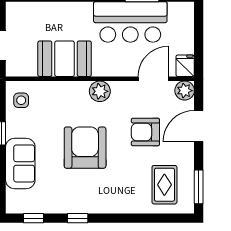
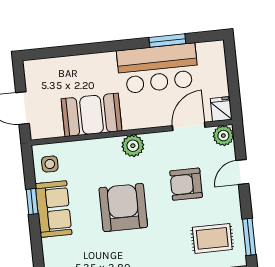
door: (199, 126) -> (242, 172), width x0.73
sofa: (20, 163) -> (54, 209), moved
rug: (164, 185) -> (212, 238), turned 90

